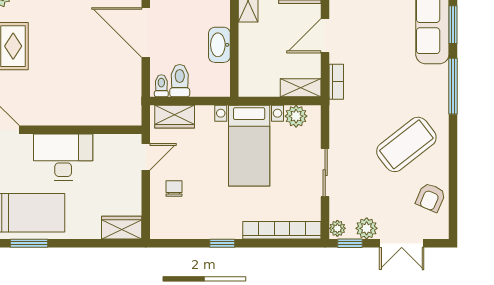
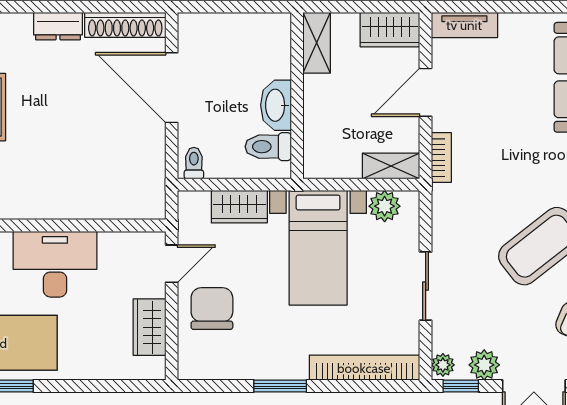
toilet: (180, 81) -> (268, 147), moved, turned -90
wardrobe: (175, 117) -> (239, 207), moved
chair: (174, 189) -> (212, 309), width x1.87, depth x1.87
wardrobe: (122, 228) -> (149, 327), moved, turned -90
window: (222, 243) -> (280, 386), width x1.50

